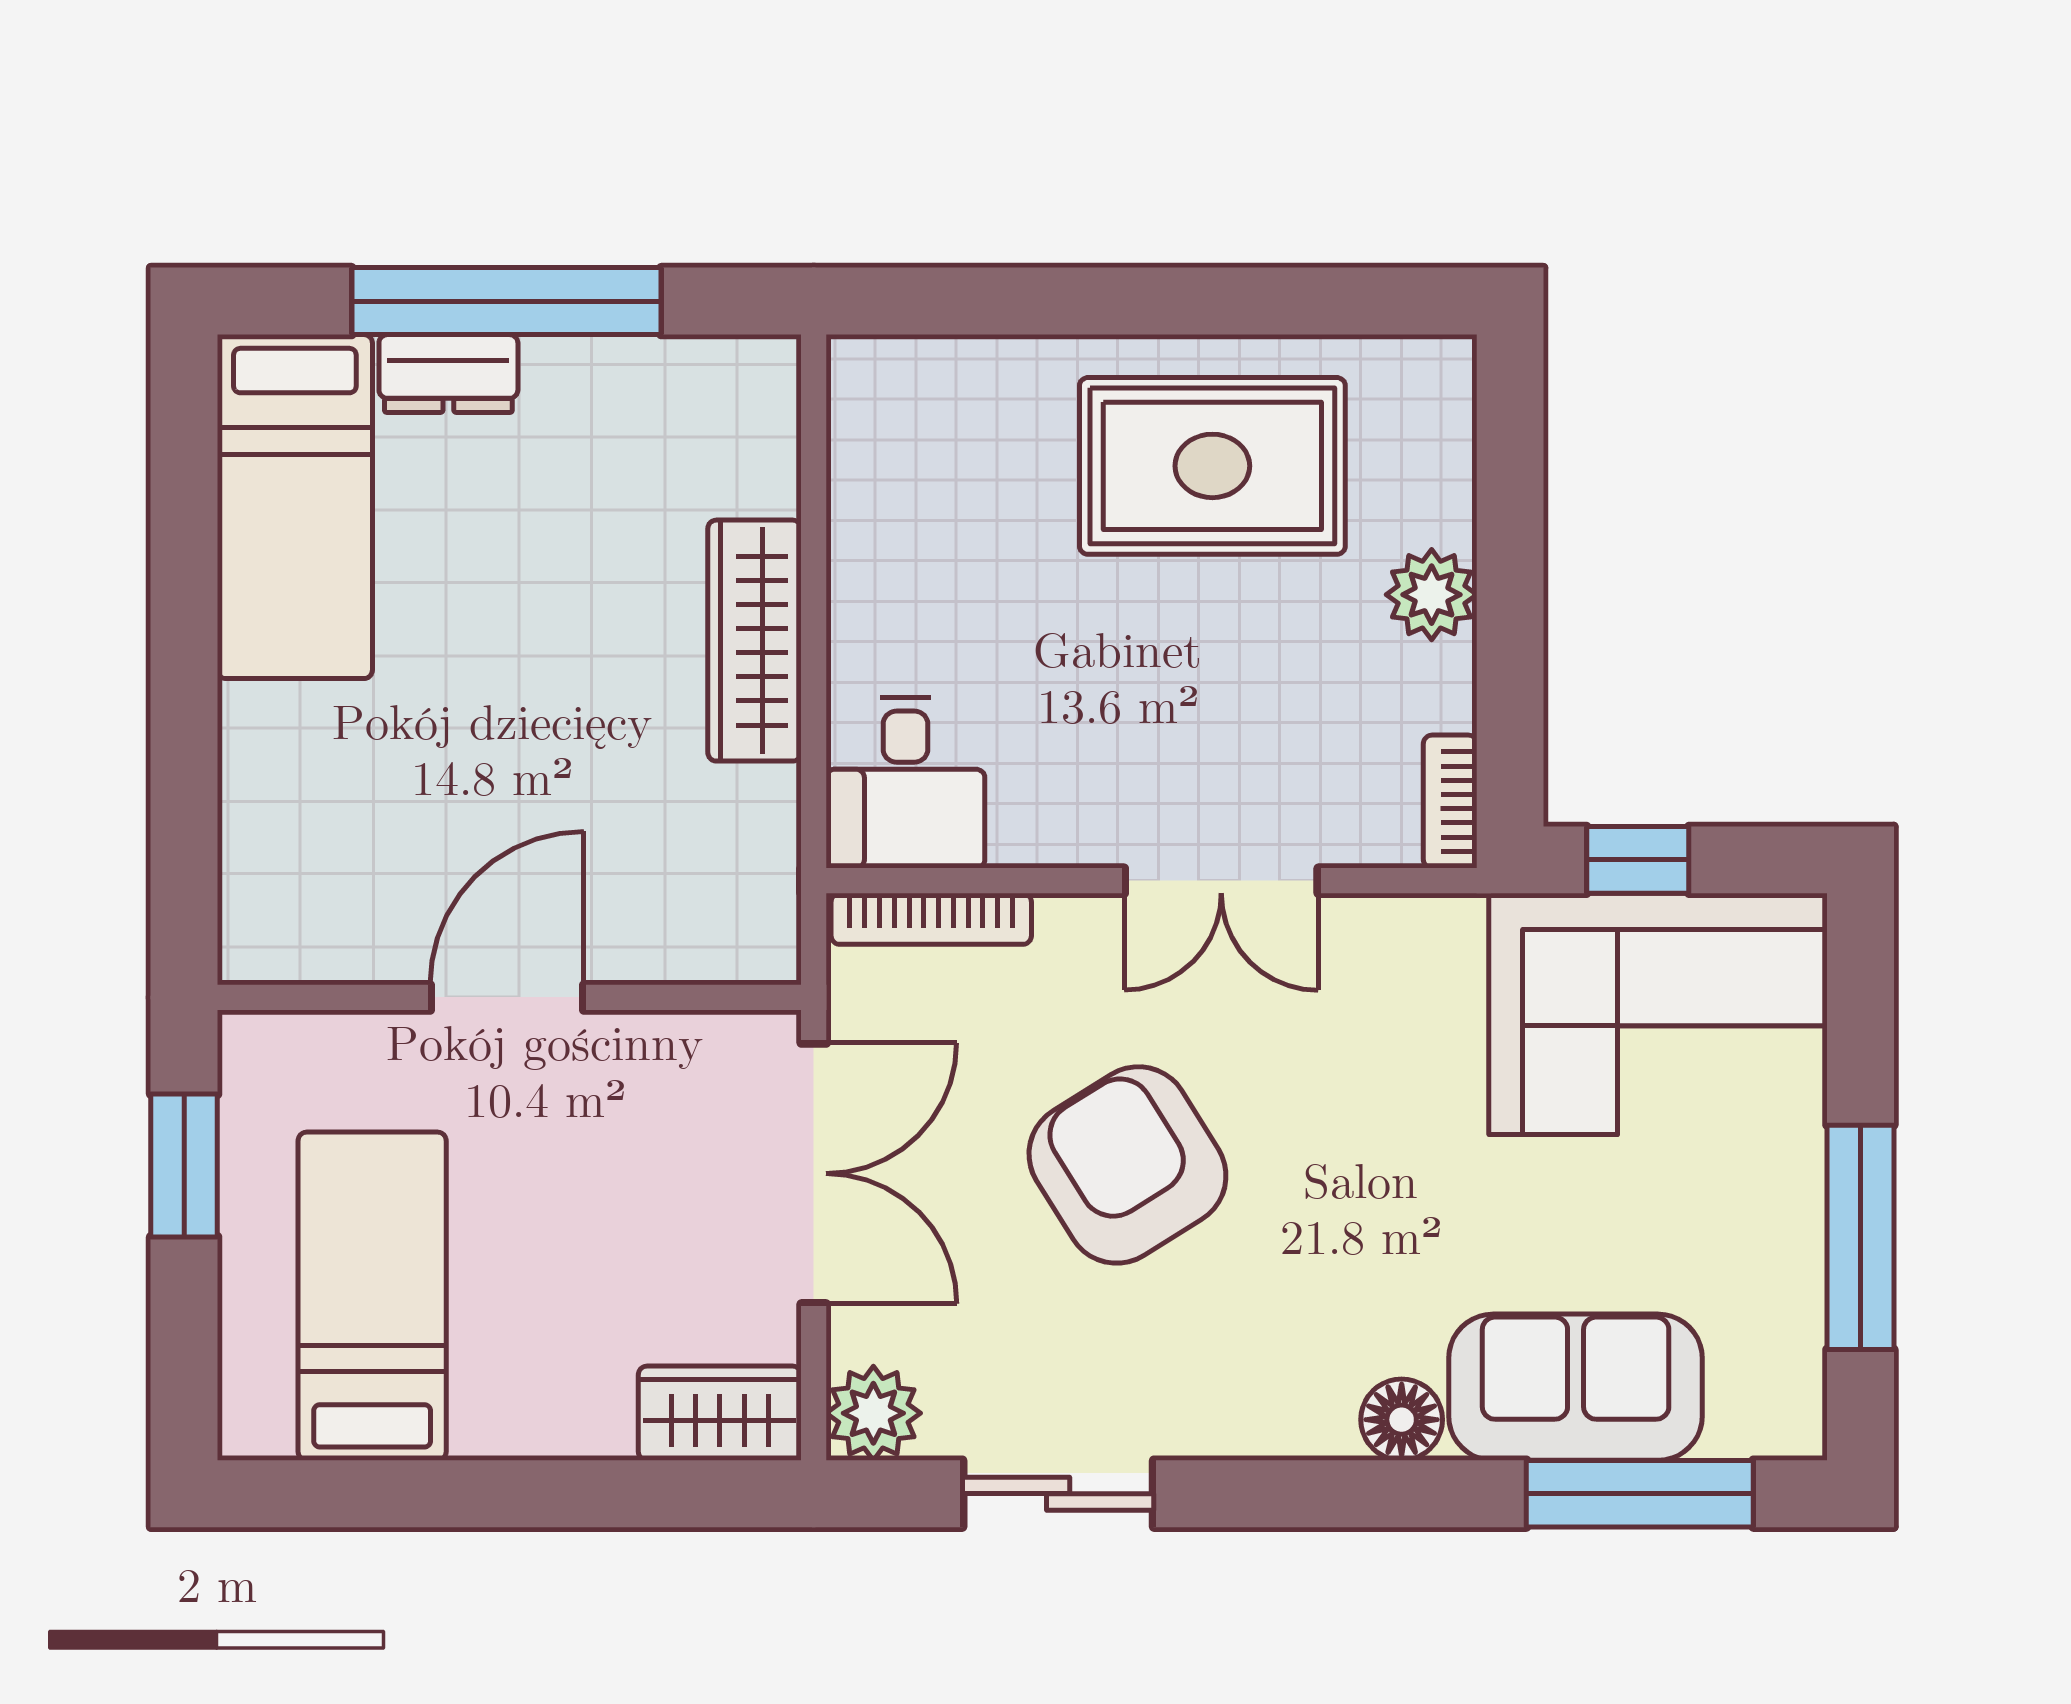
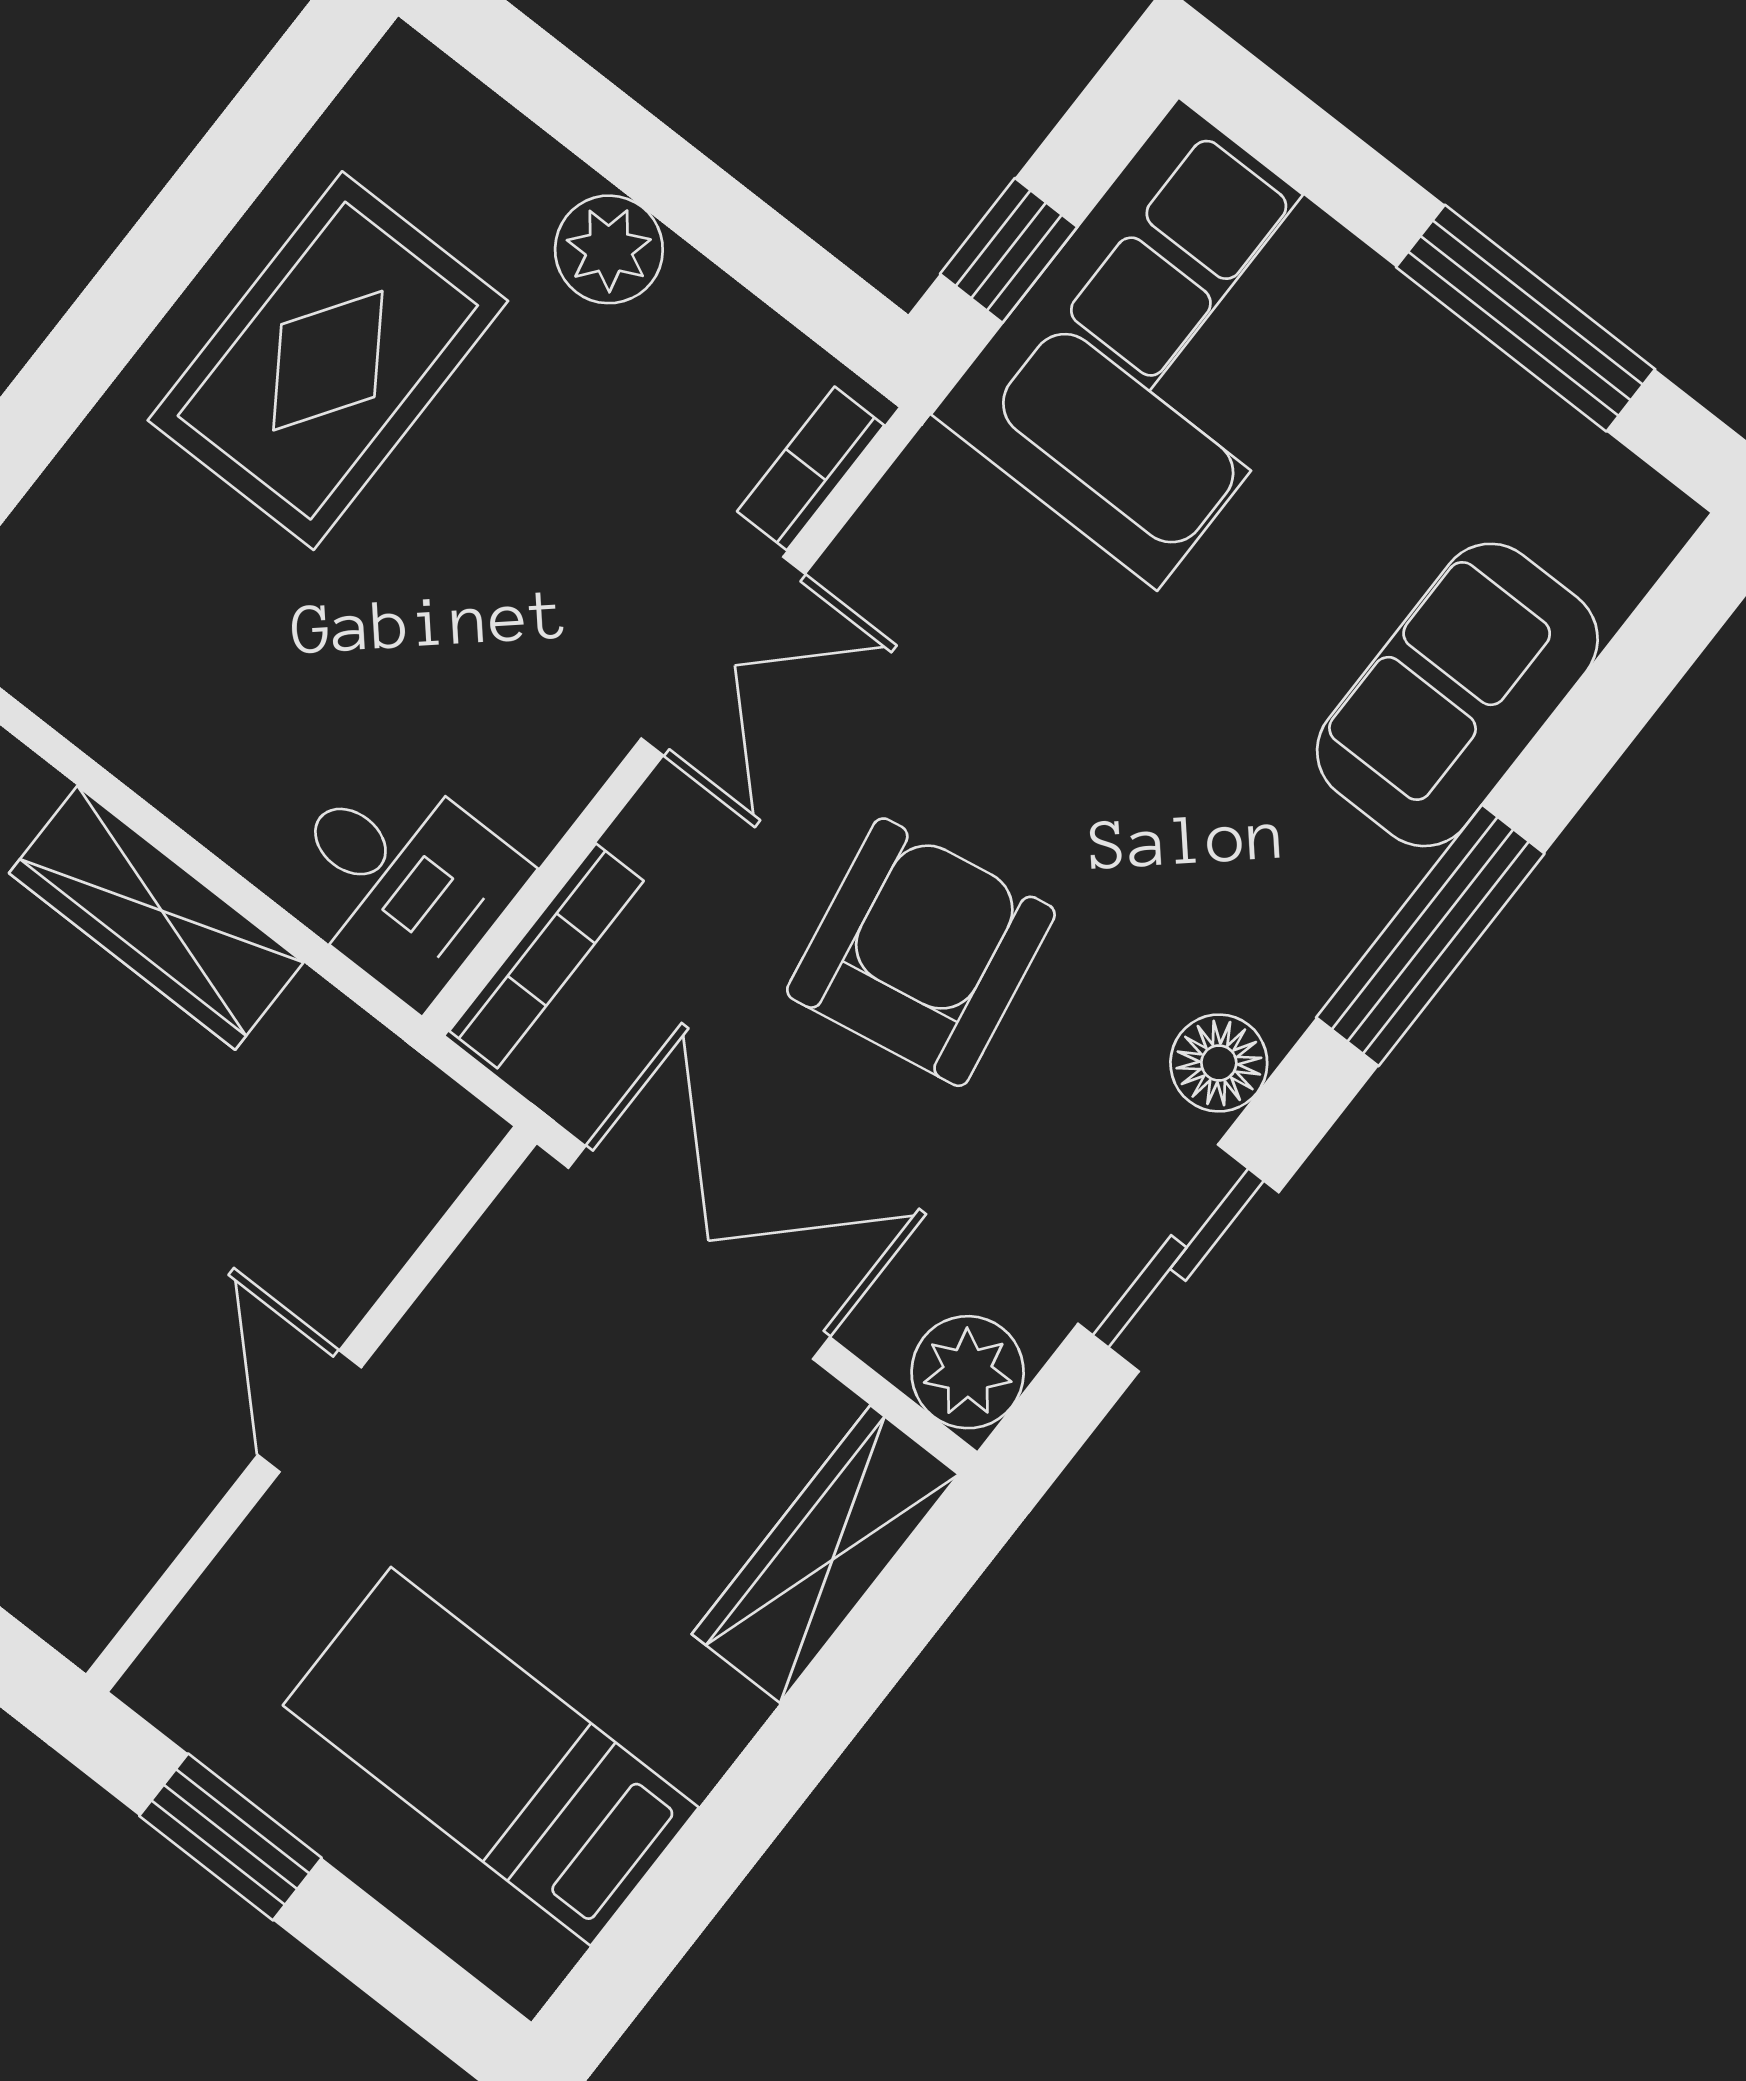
bookcase: (1450, 802) -> (811, 468), moved, turned 90
door: (507, 997) -> (310, 1411), width x0.73
armchair: (1127, 1165) -> (921, 952), turned 112
wardrobe: (720, 1413) -> (825, 1554), width x1.50
floor lamp: (1402, 1420) -> (1219, 1063), moved
window: (1640, 1494) -> (1430, 935), moved

